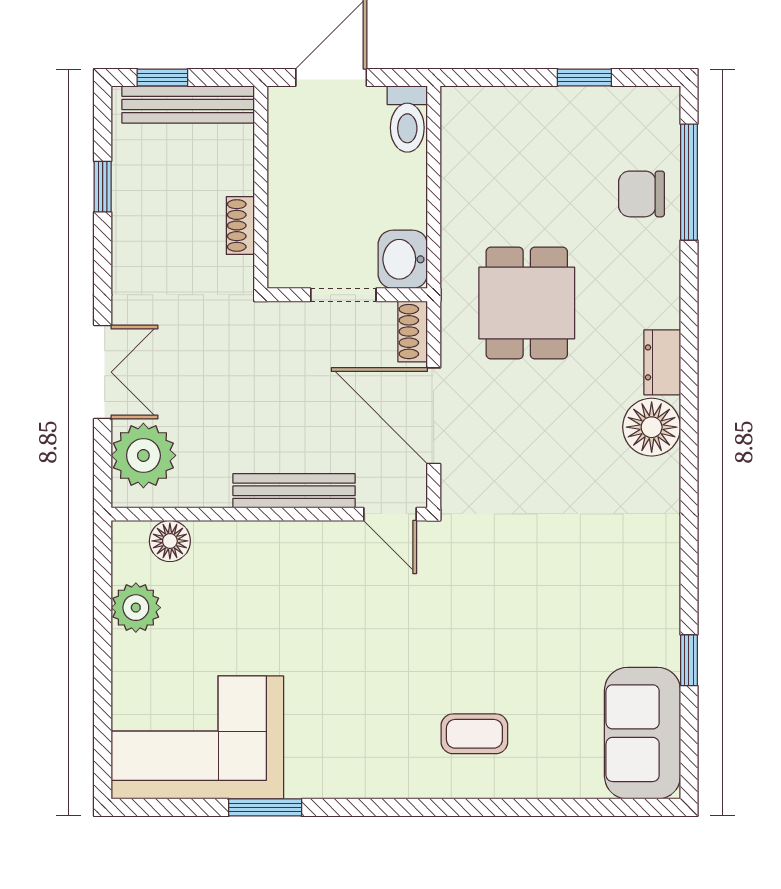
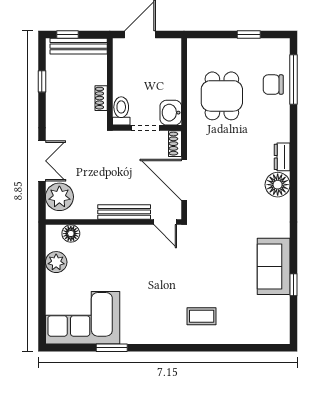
toilet: (407, 119) -> (121, 111), moved, turned 180
dining table: (527, 303) -> (222, 96), moved
sofa: (642, 733) -> (274, 266), moved

